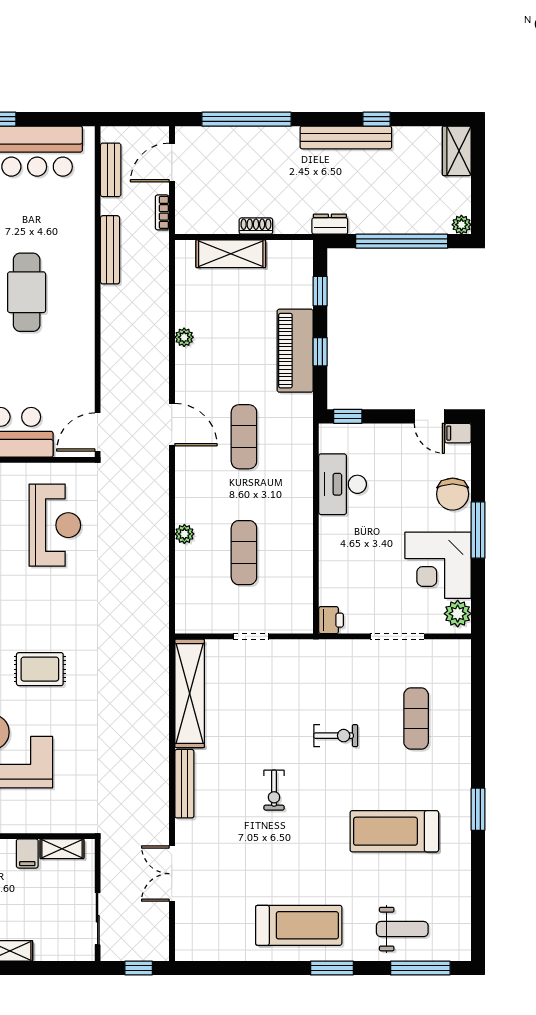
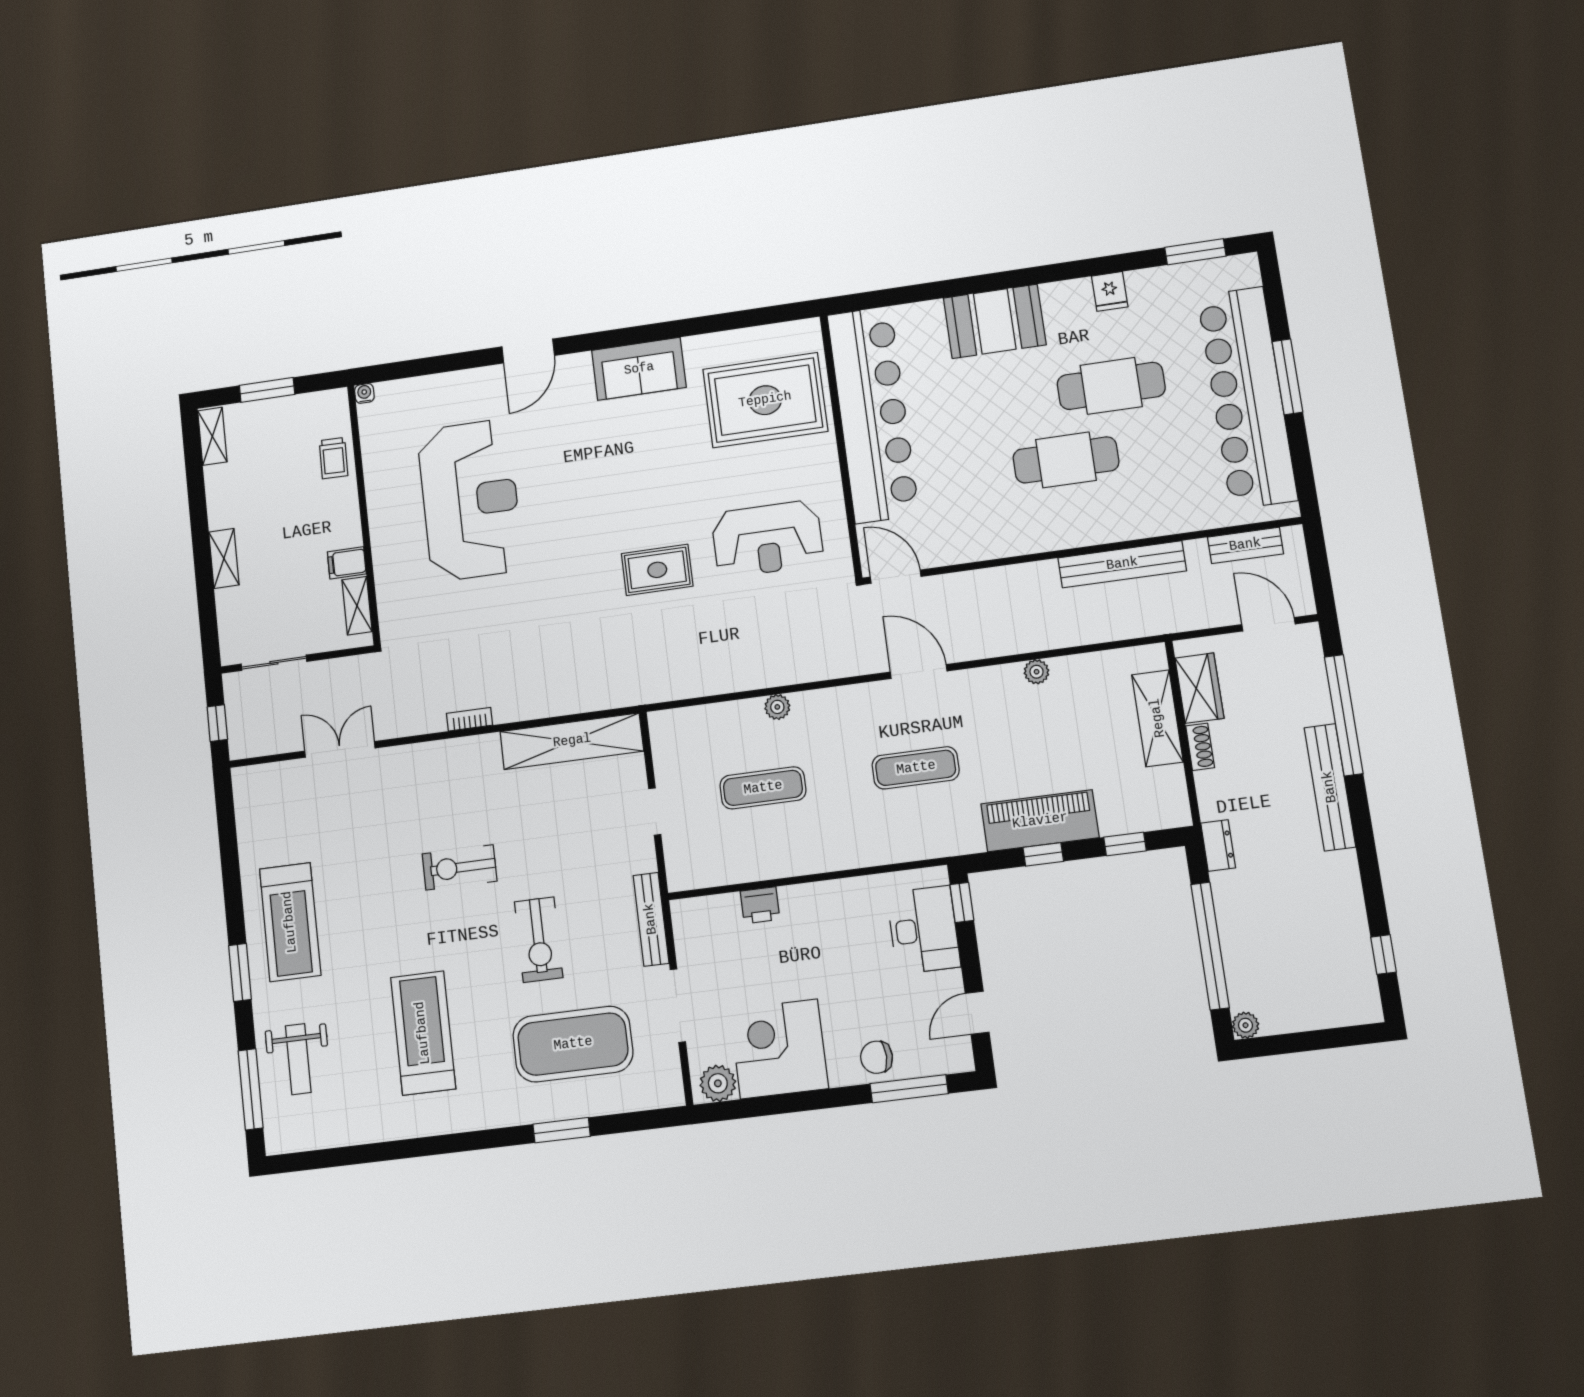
window: (377, 119) -> (1383, 955), moved
bench: (346, 137) -> (1330, 787), moved
wardrobe: (457, 151) -> (1199, 688), moved, turned 90
bookcase: (162, 212) -> (470, 719), moved
bench: (110, 250) -> (1122, 564), width x1.37, depth x1.21
door: (172, 425) -> (919, 671), swing flipped
filing cabinet: (458, 433) -> (960, 1055), removed
desk: (343, 484) -> (924, 930), moved, turned 90
chair: (453, 494) -> (877, 1057), width x0.73, depth x0.73
window: (478, 530) -> (909, 1089), moved
printer: (331, 620) -> (760, 905), moved
rug: (40, 669) -> (657, 570), moved, turned 90
exercise mat: (416, 719) -> (573, 1044), width x2.00, depth x1.45
exercise bike: (336, 736) -> (539, 940), width x1.38, depth x1.39
bench: (184, 784) -> (651, 919), moved, turned 90
exercise bike: (274, 790) -> (460, 867), width x1.38, depth x1.39
window: (478, 809) -> (562, 1130), moved

